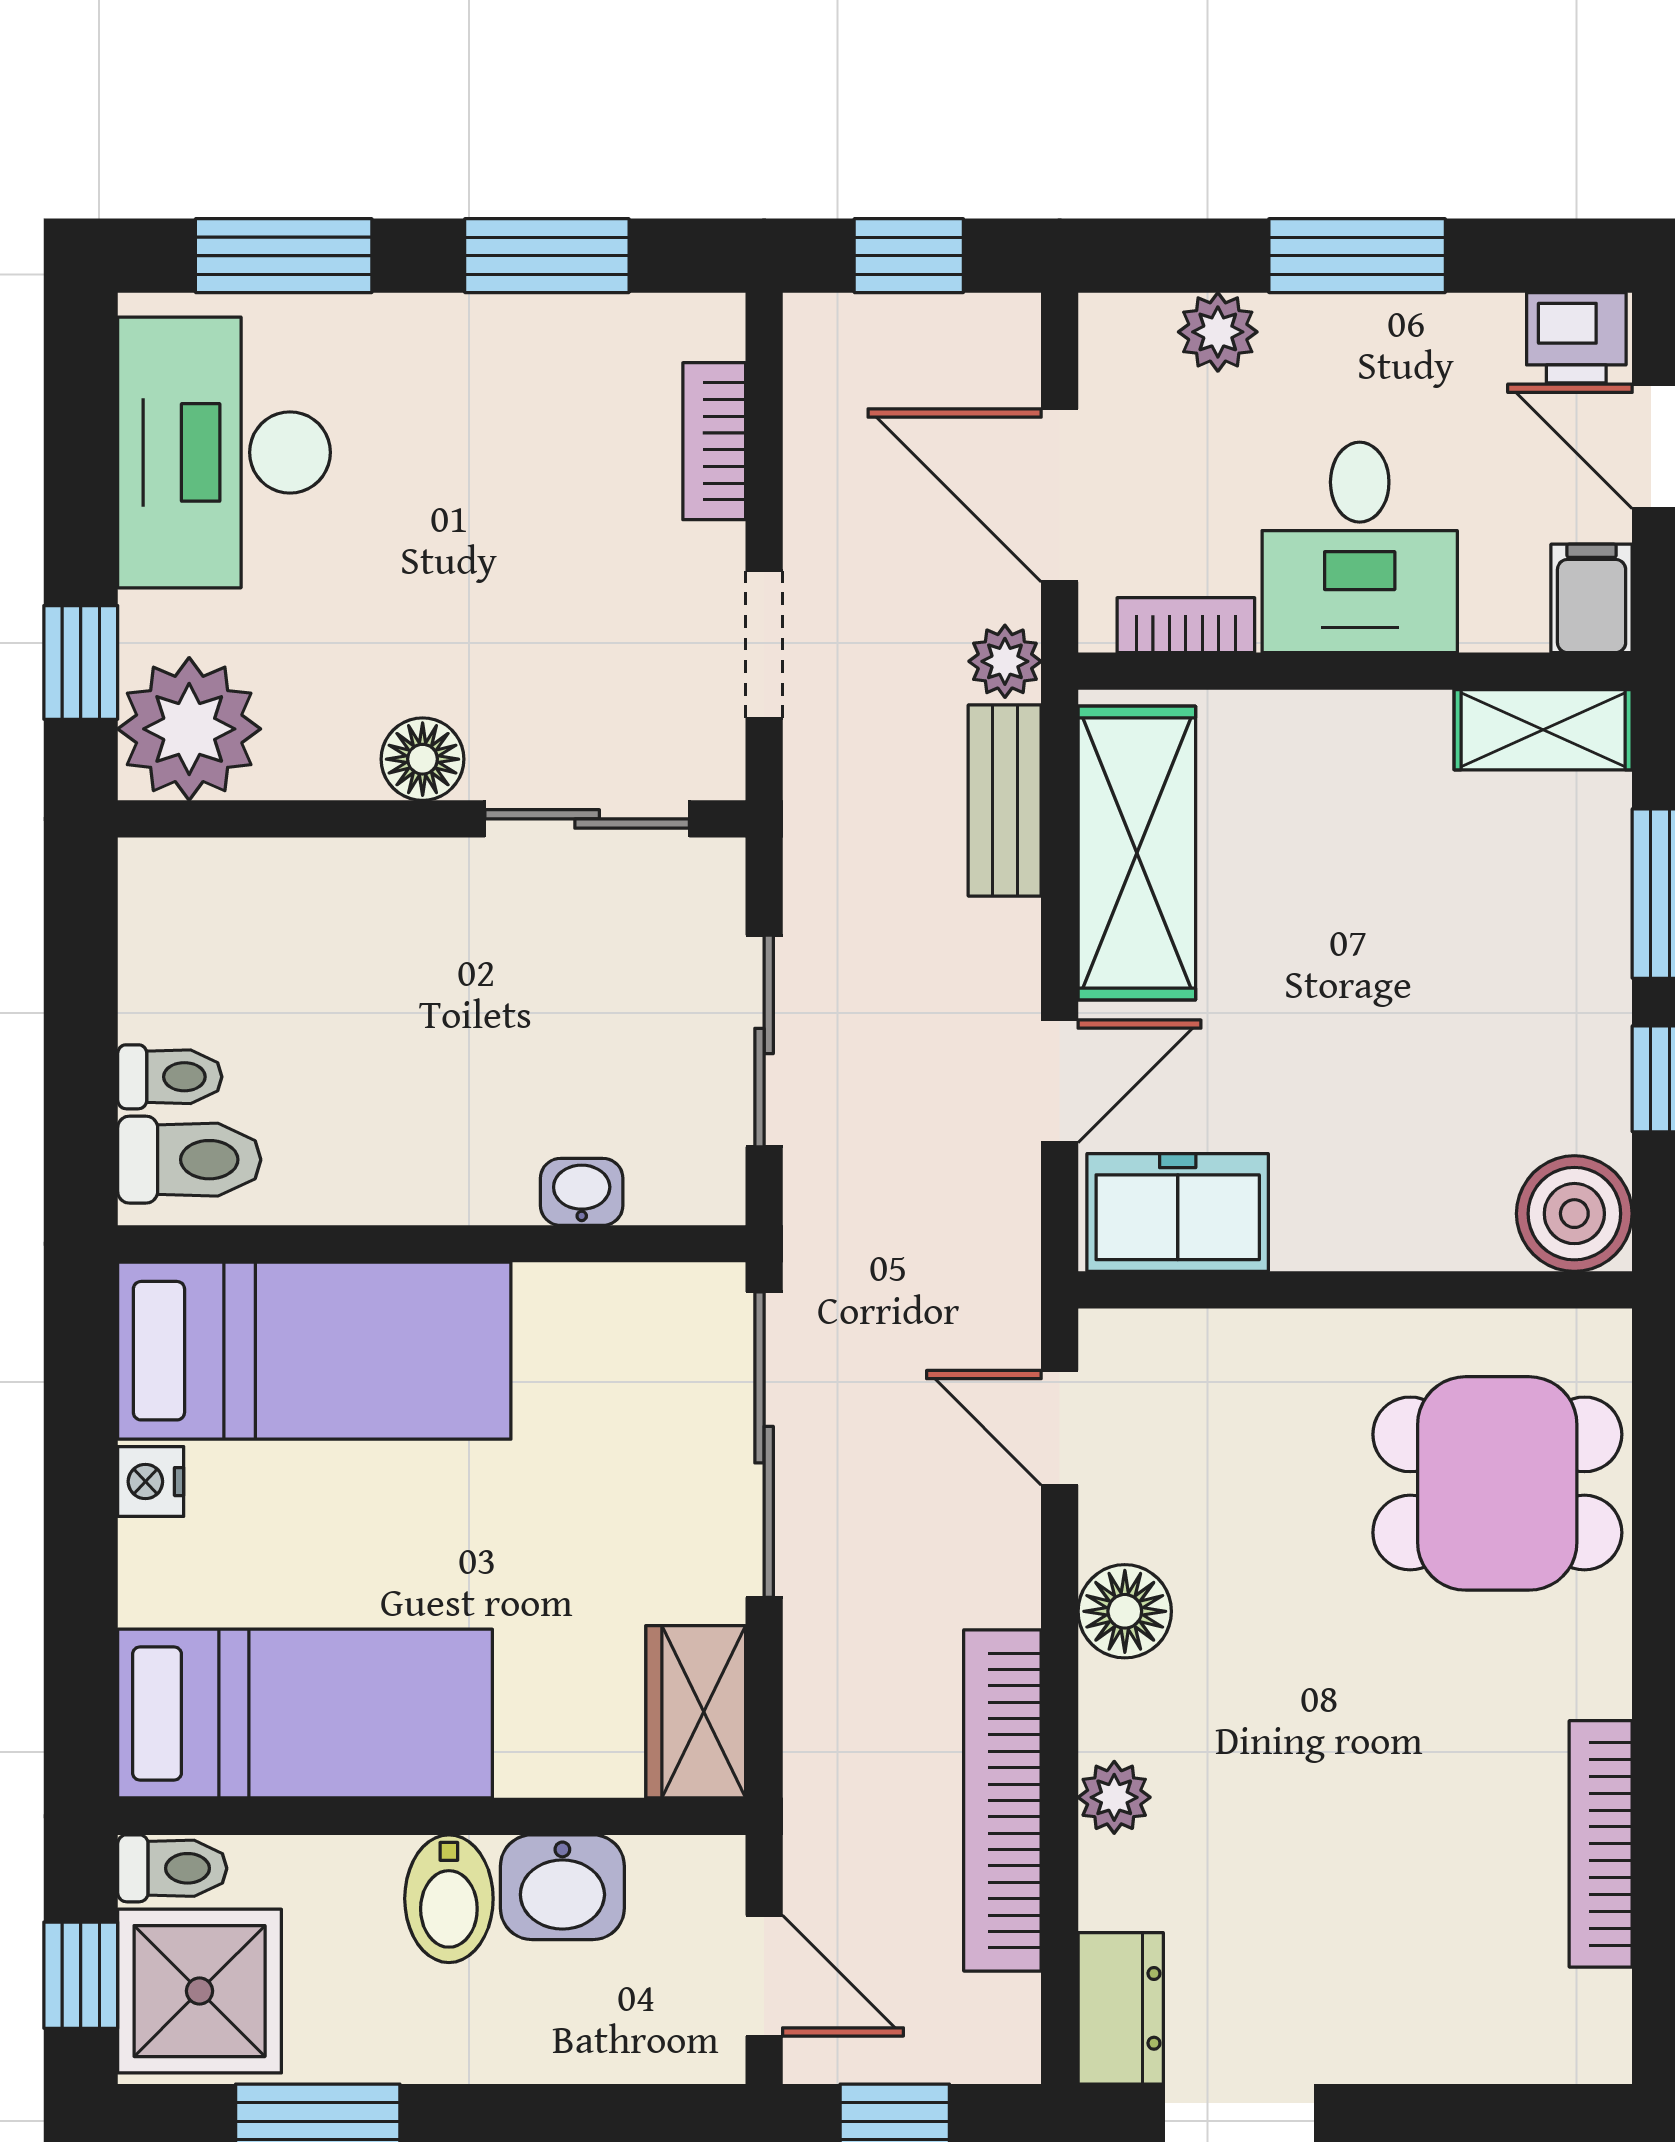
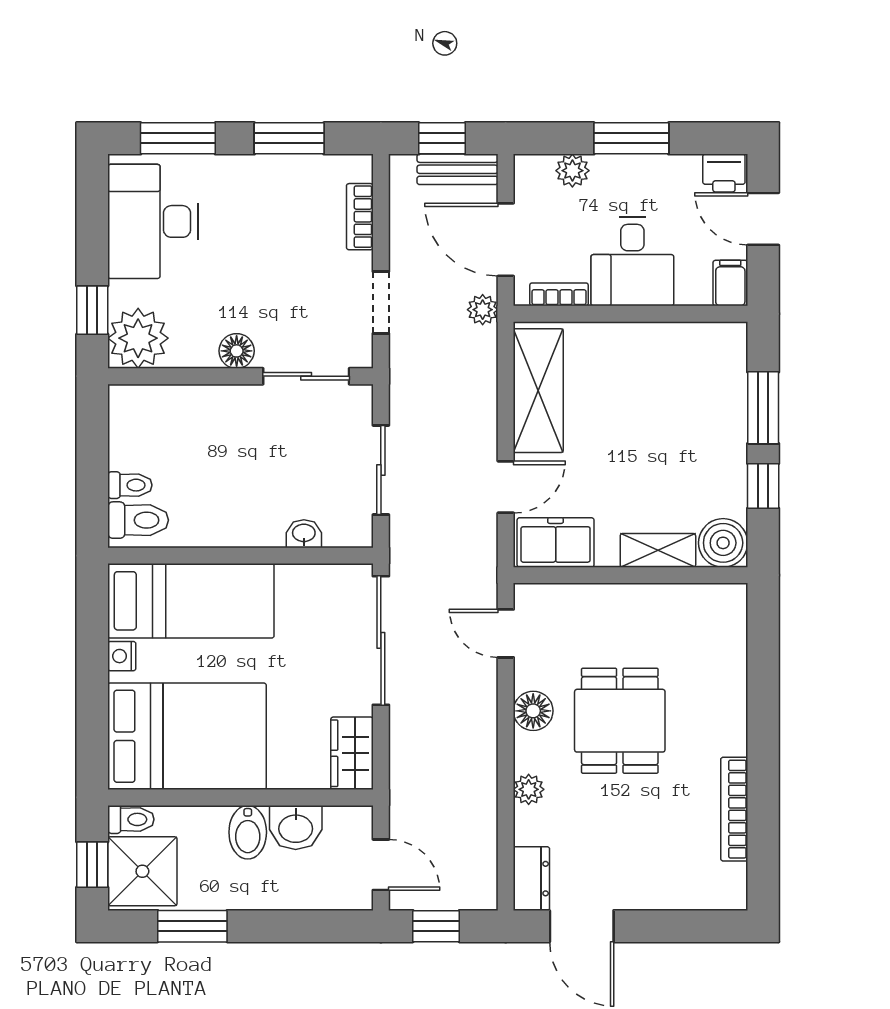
shelving: (1543, 730) -> (658, 550), moved
bench: (1005, 801) -> (458, 169), moved, turned 90
dining table: (1497, 1483) -> (620, 721), moved, turned 90
bed: (305, 1714) -> (187, 736), width x1.50
bookcase: (1002, 1800) -> (482, 791), removed

